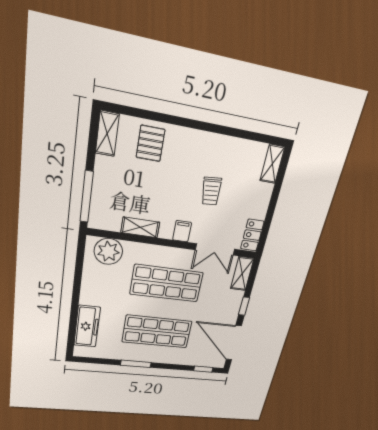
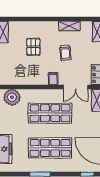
pallet: (151, 143) -> (33, 47), moved
shelving: (140, 227) -> (70, 26), moved

